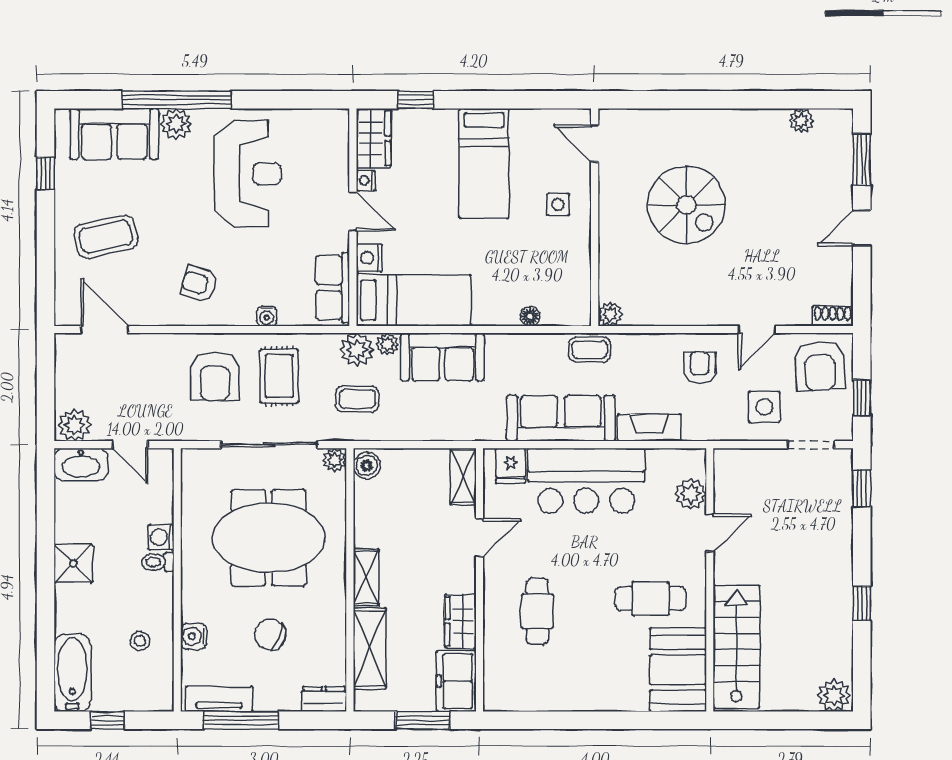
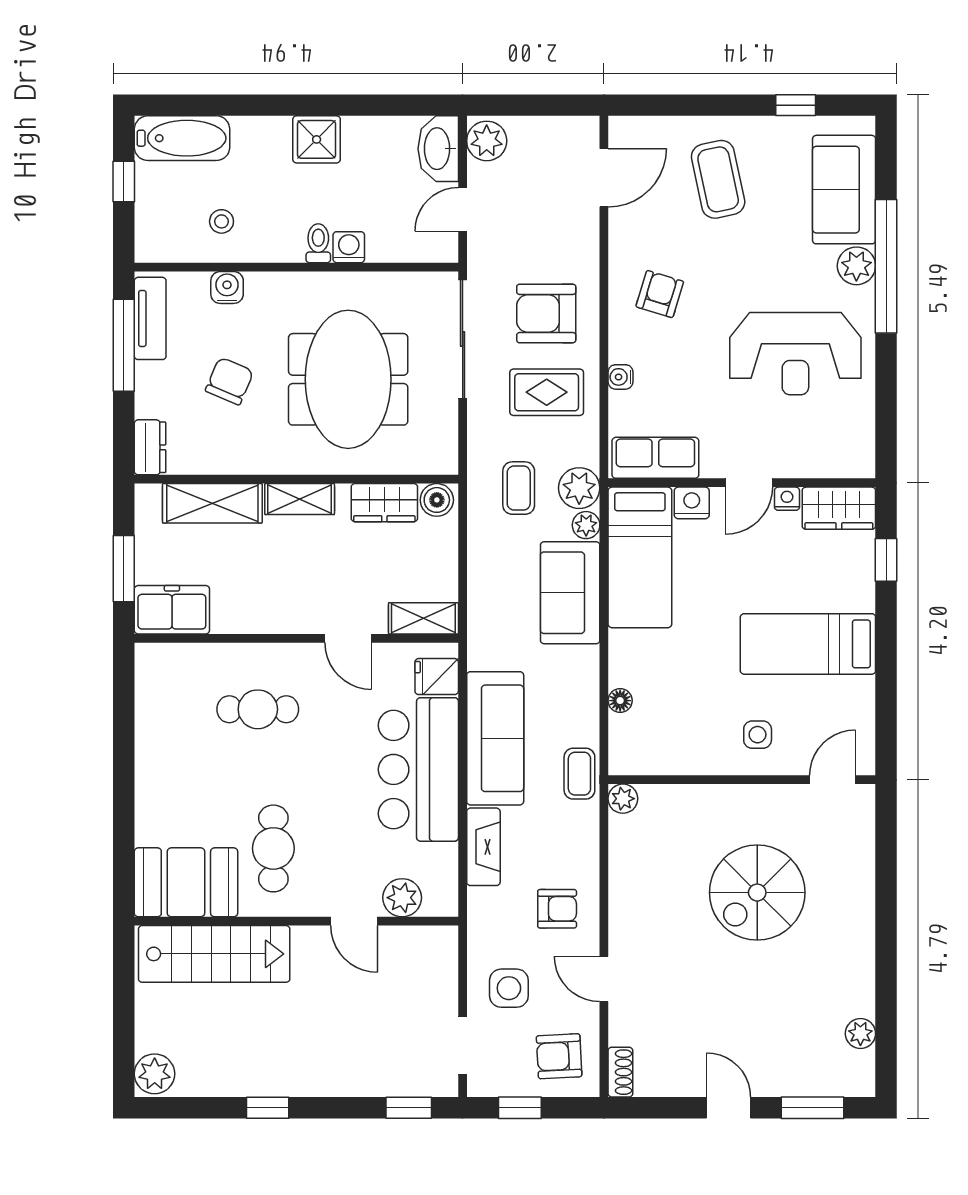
armchair: (820, 366) -> (559, 1056), width x0.72, depth x0.72
sliding door: (269, 445) -> (463, 339), moved
plant: (335, 460) -> (444, 460), removed
wardrobe: (460, 621) -> (384, 503), moved, turned 180

